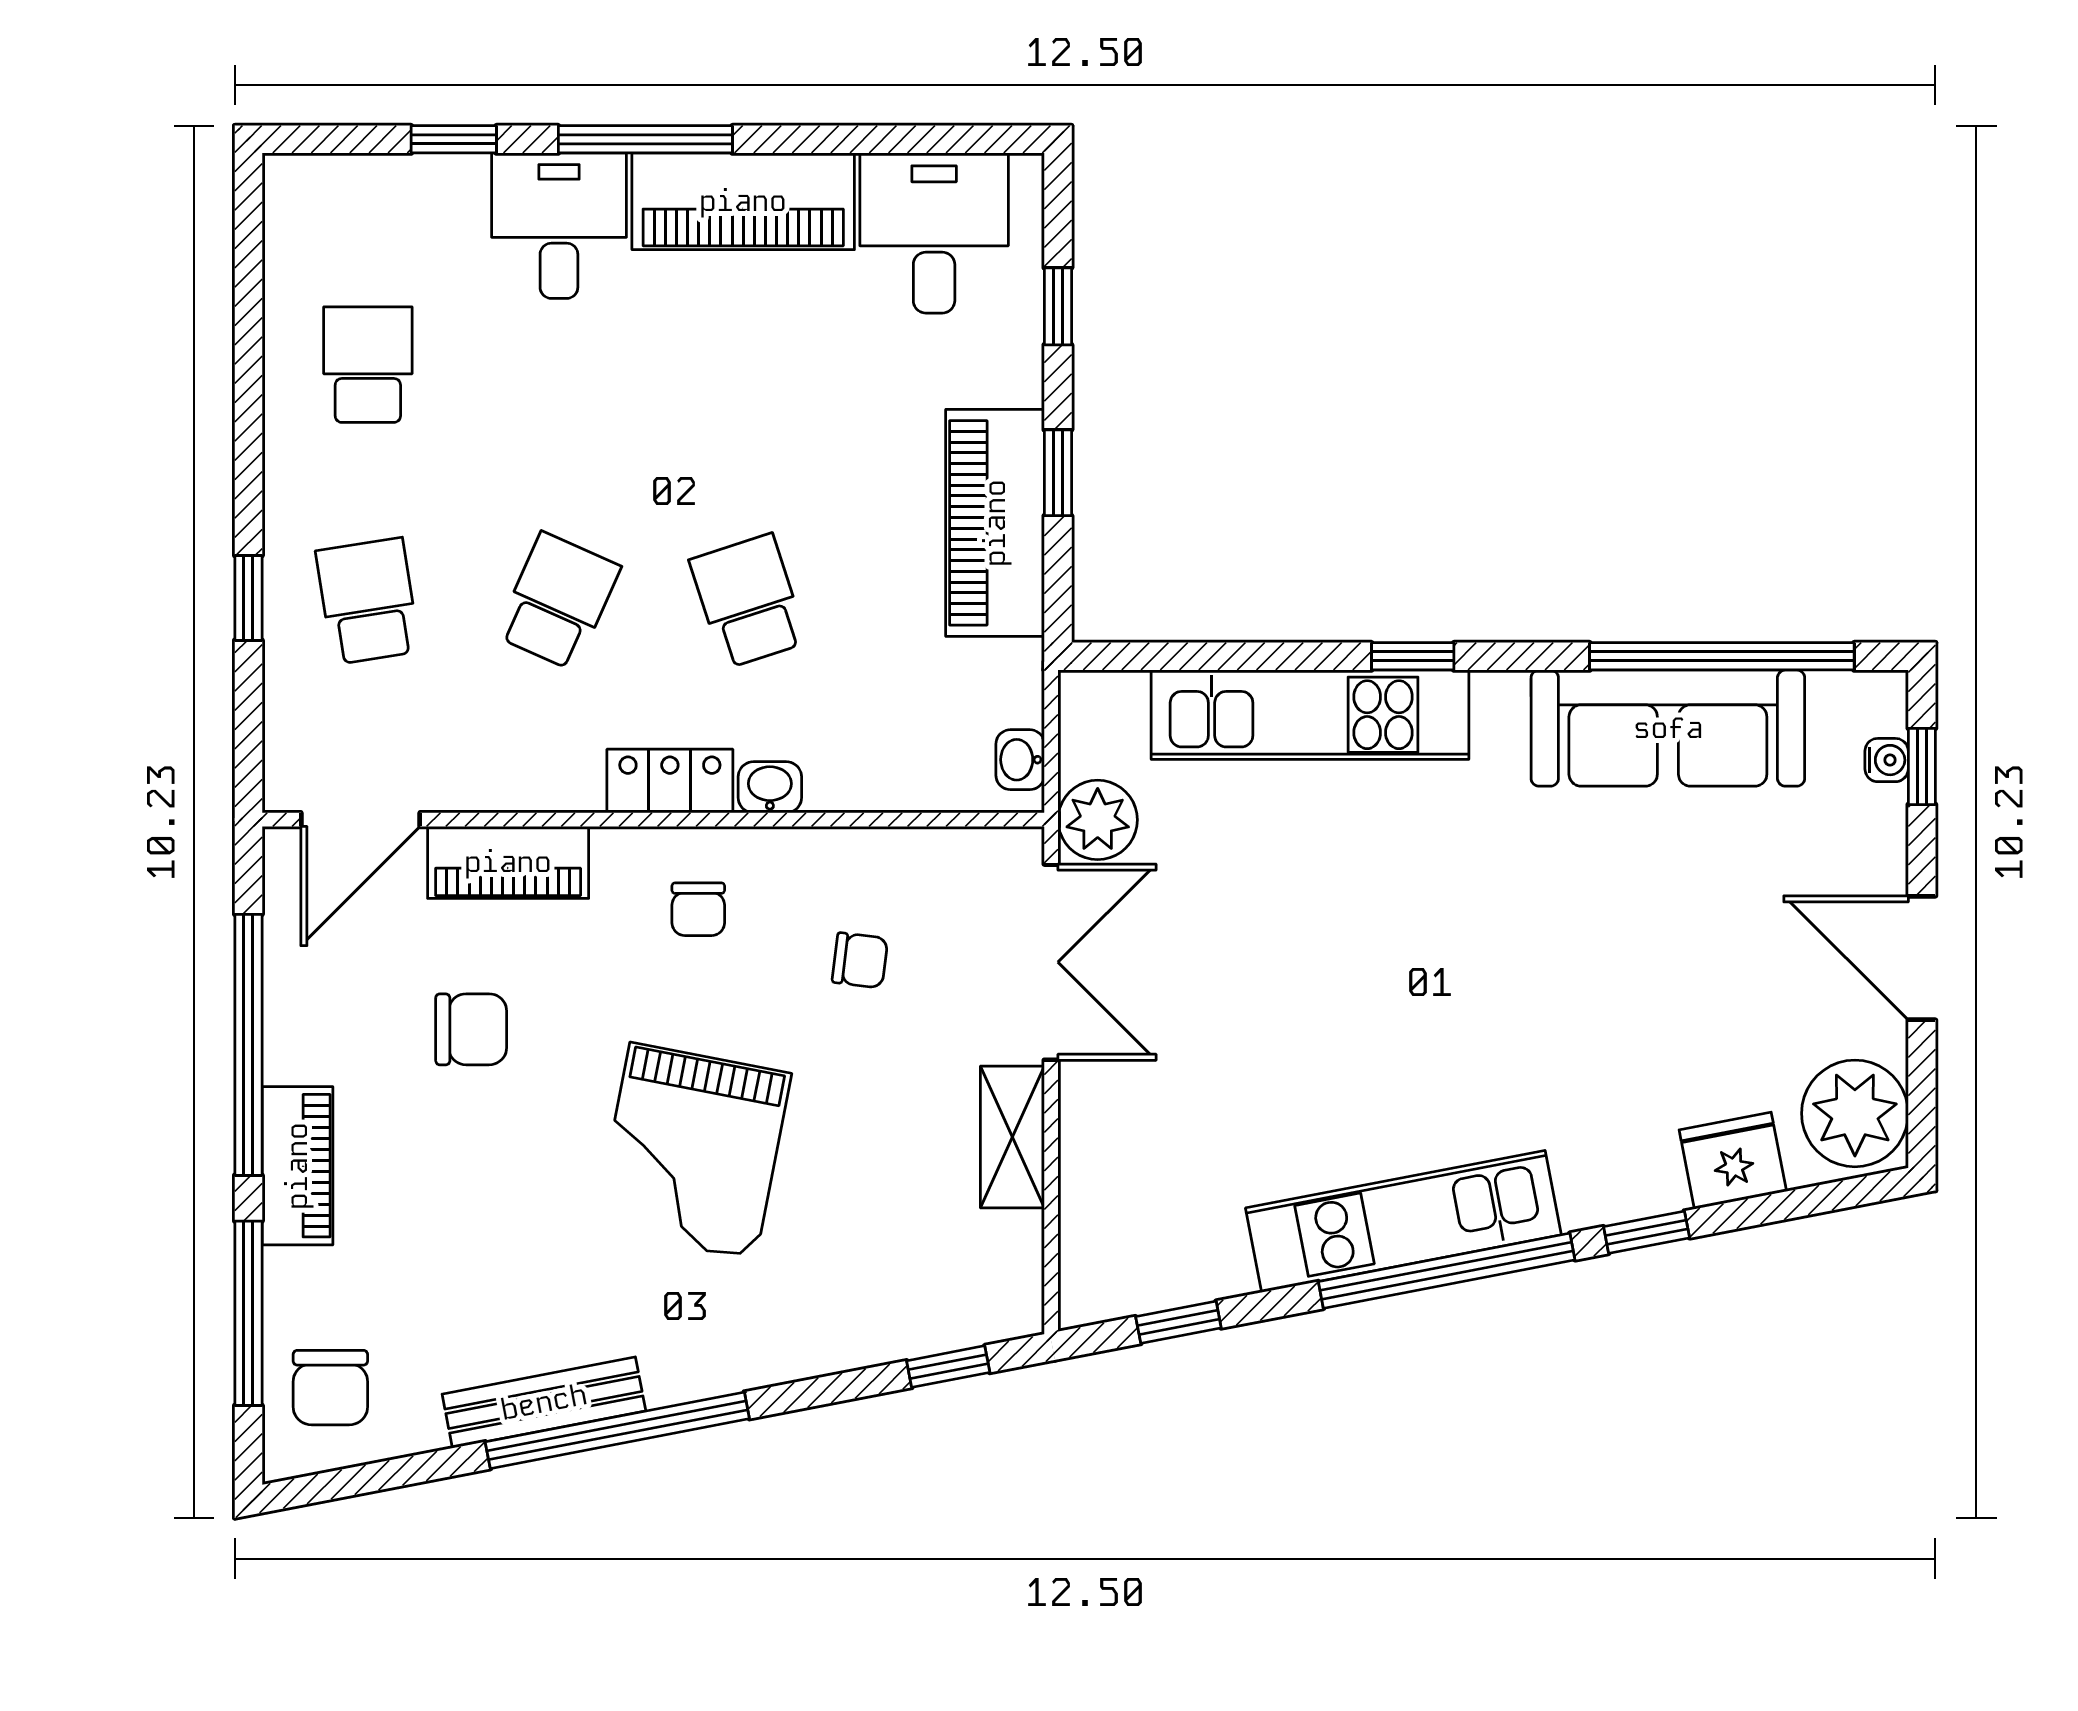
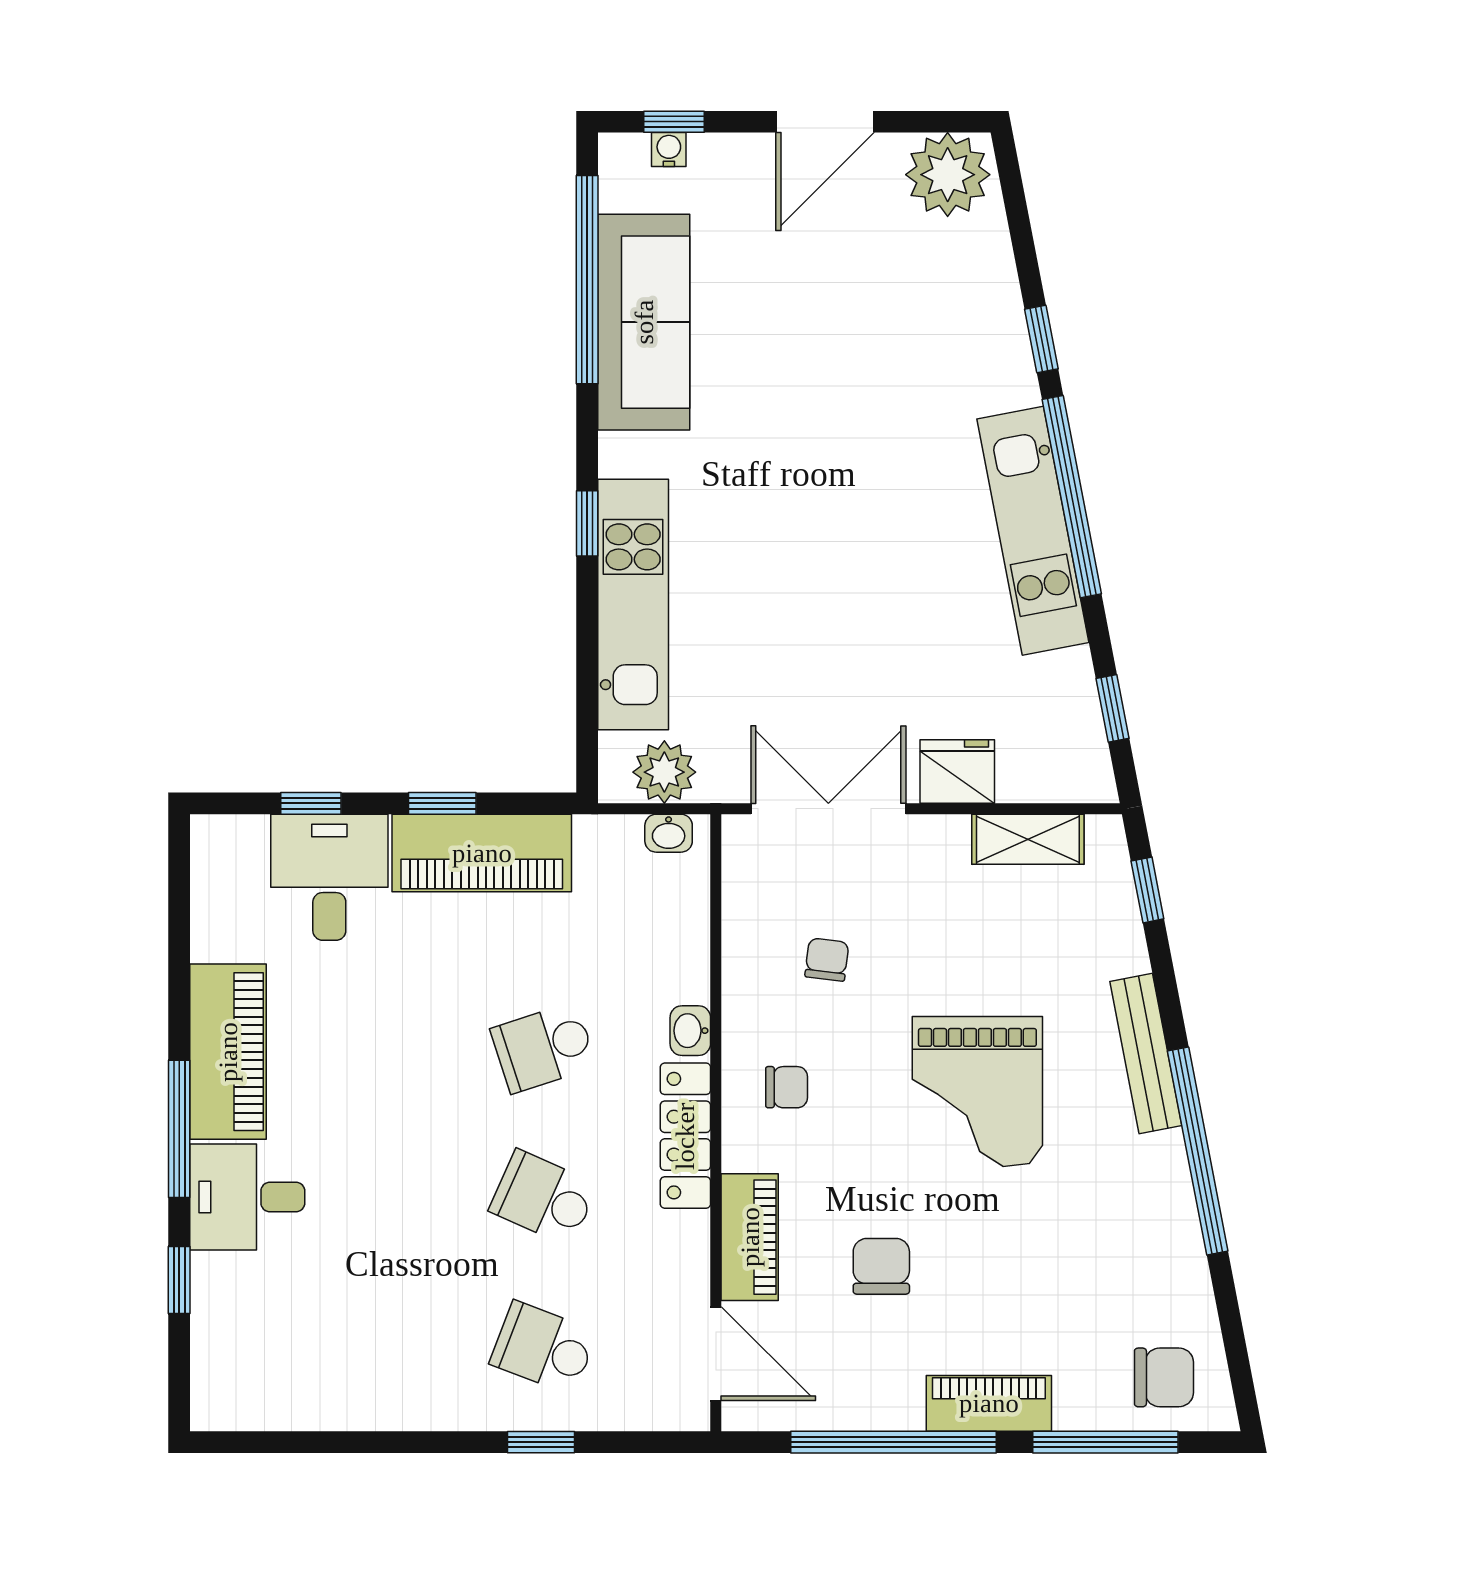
desk: (934, 233) -> (329, 877), moved, turned 90
school desk: (368, 365) -> (357, 1348), removed
school desk: (368, 601) -> (543, 1348), turned 30
locker: (670, 781) -> (685, 1136), width x1.53
plant: (1098, 820) -> (664, 772), moved
shelving: (1012, 1137) -> (1028, 839), moved
grand piano: (693, 1151) -> (977, 1092), turned 79
fridge: (1733, 1161) -> (957, 771), moved, turned 101
bench: (544, 1402) -> (1146, 1053), moved

